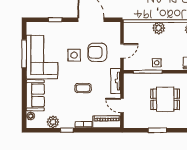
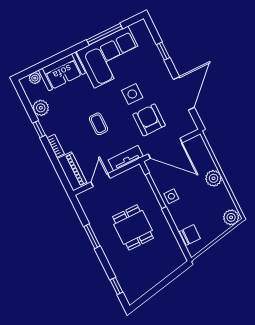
door: (122, 51) -> (165, 148), width x1.88

